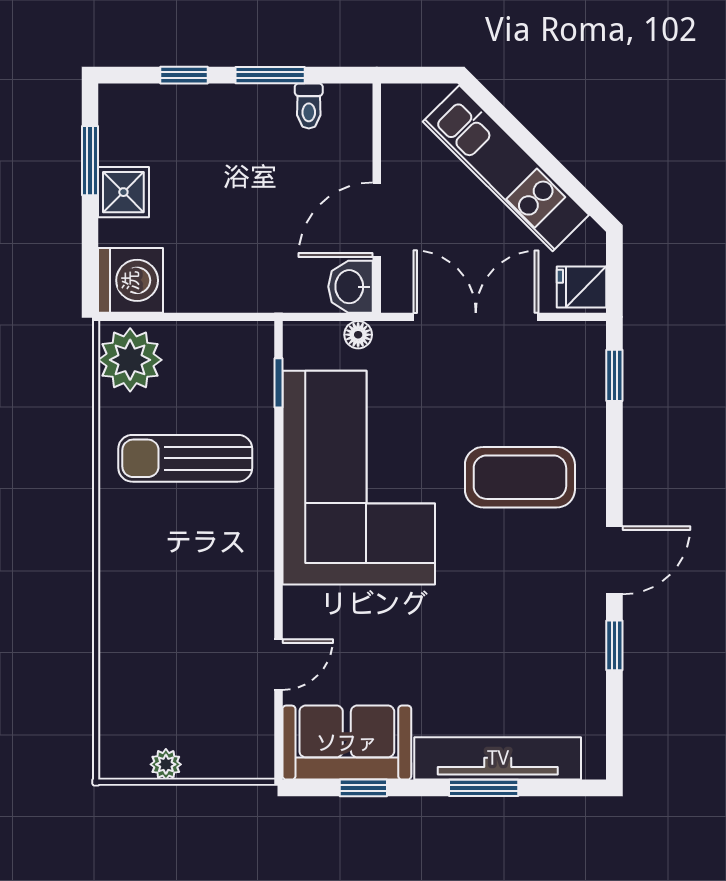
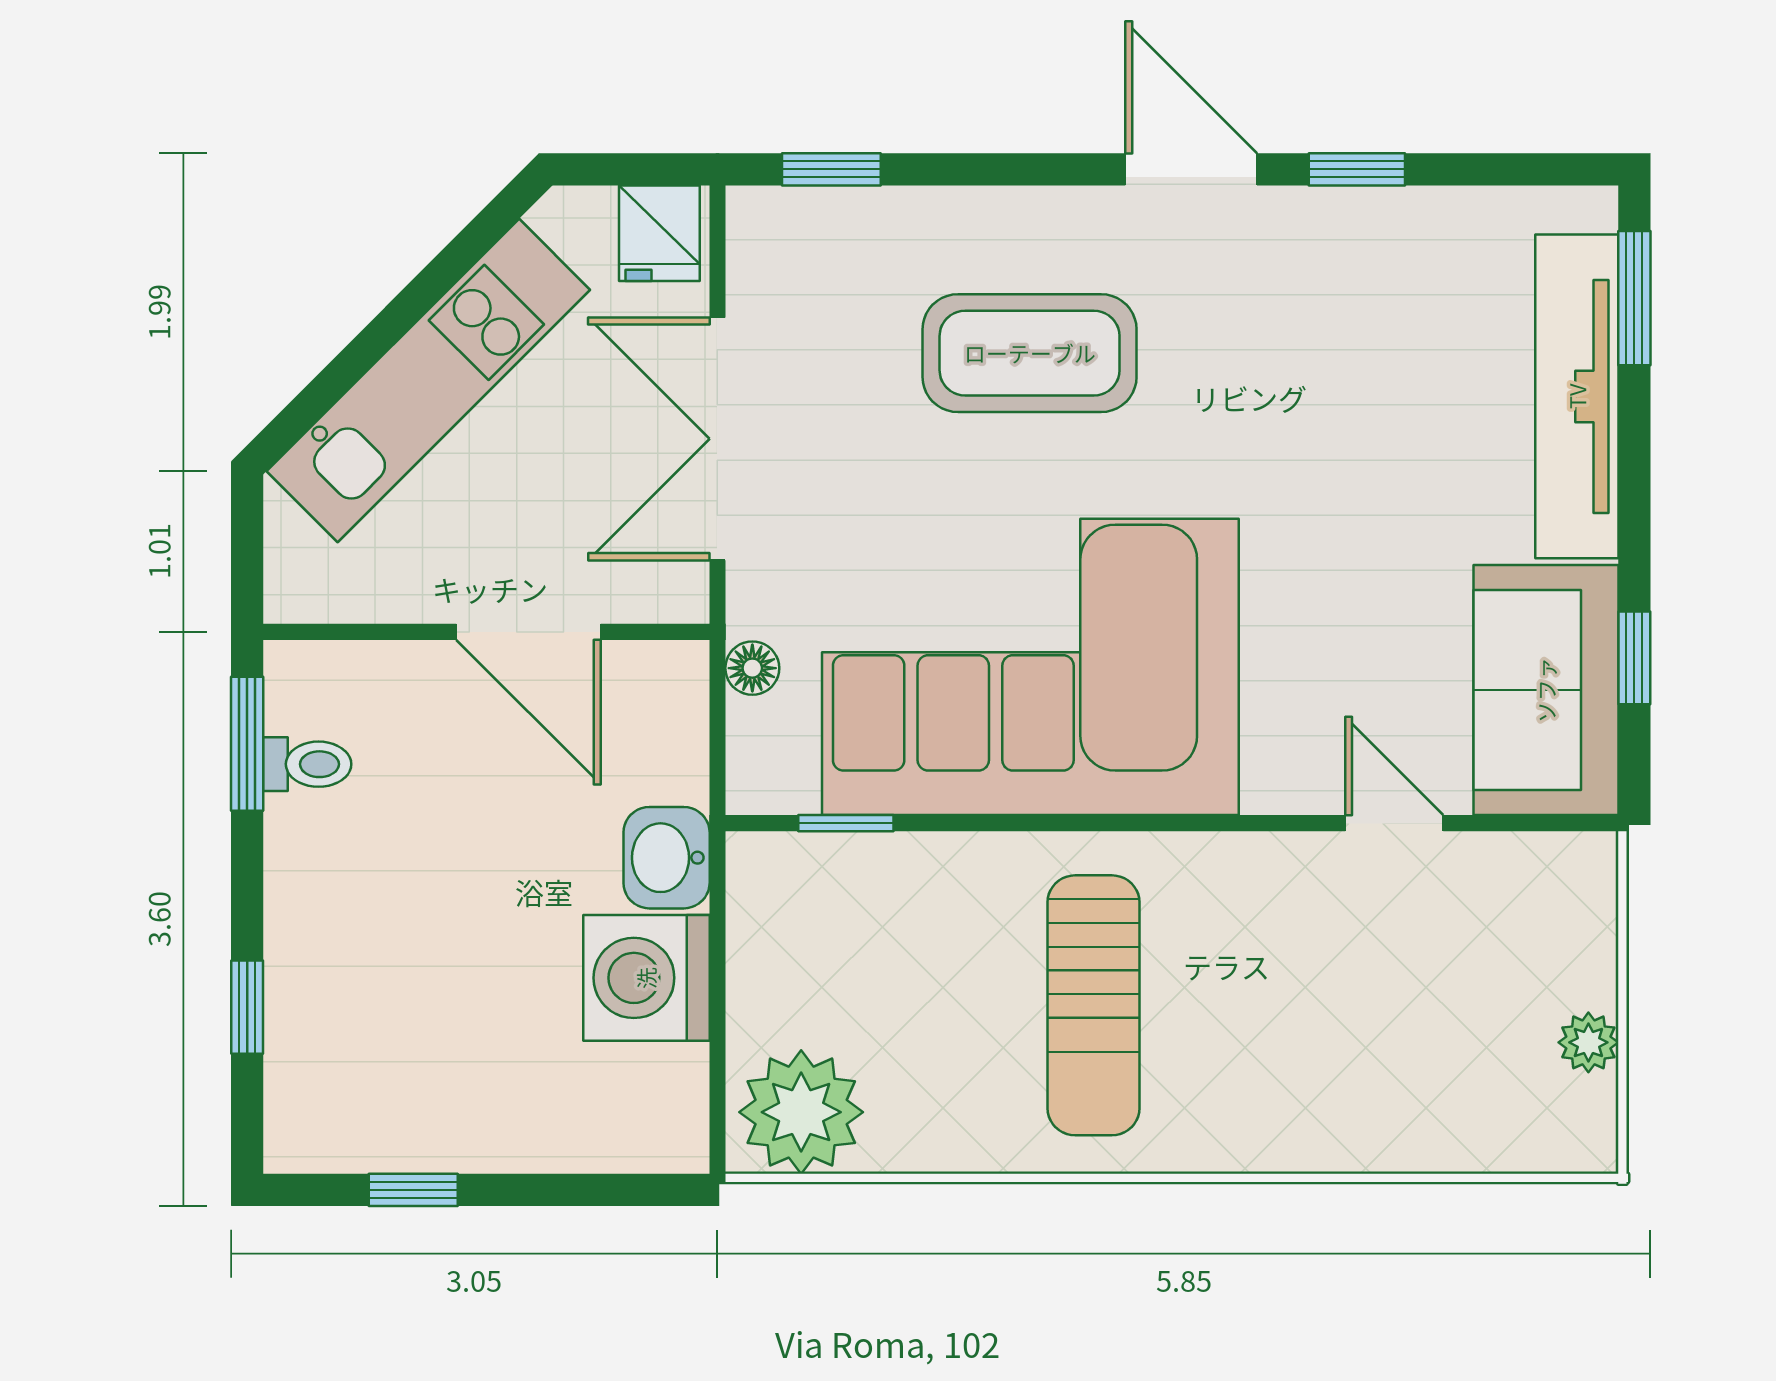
window: (270, 75) -> (247, 744), moved
window: (90, 161) -> (413, 1190), width x0.67
shower: (123, 192) -> (475, 1125), removed
washing machine: (131, 280) -> (646, 978), moved, turned -90
washbasin: (351, 287) -> (667, 858), moved, turned 90
sun lounger: (185, 458) -> (1094, 1005), moved
coffee table: (520, 477) -> (1030, 353), turned 90
window: (484, 788) -> (1634, 298), moved

